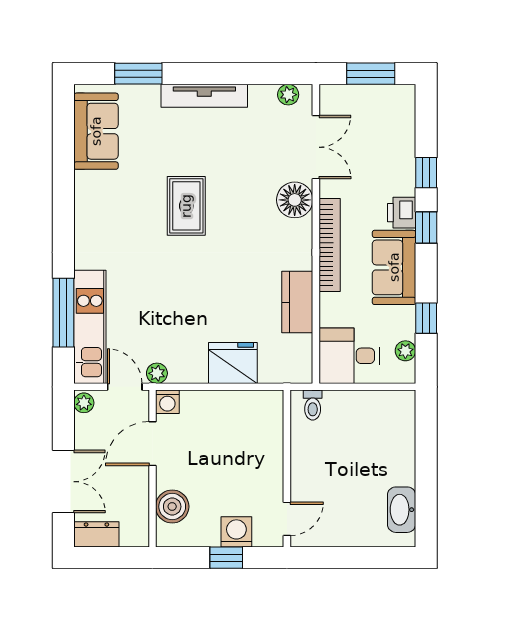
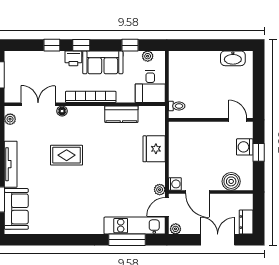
sofa: (96, 131) -> (16, 209), moved, turned 90
floor lamp: (295, 200) -> (62, 111), width x0.53, depth x0.53
rug: (186, 206) -> (67, 155), moved

